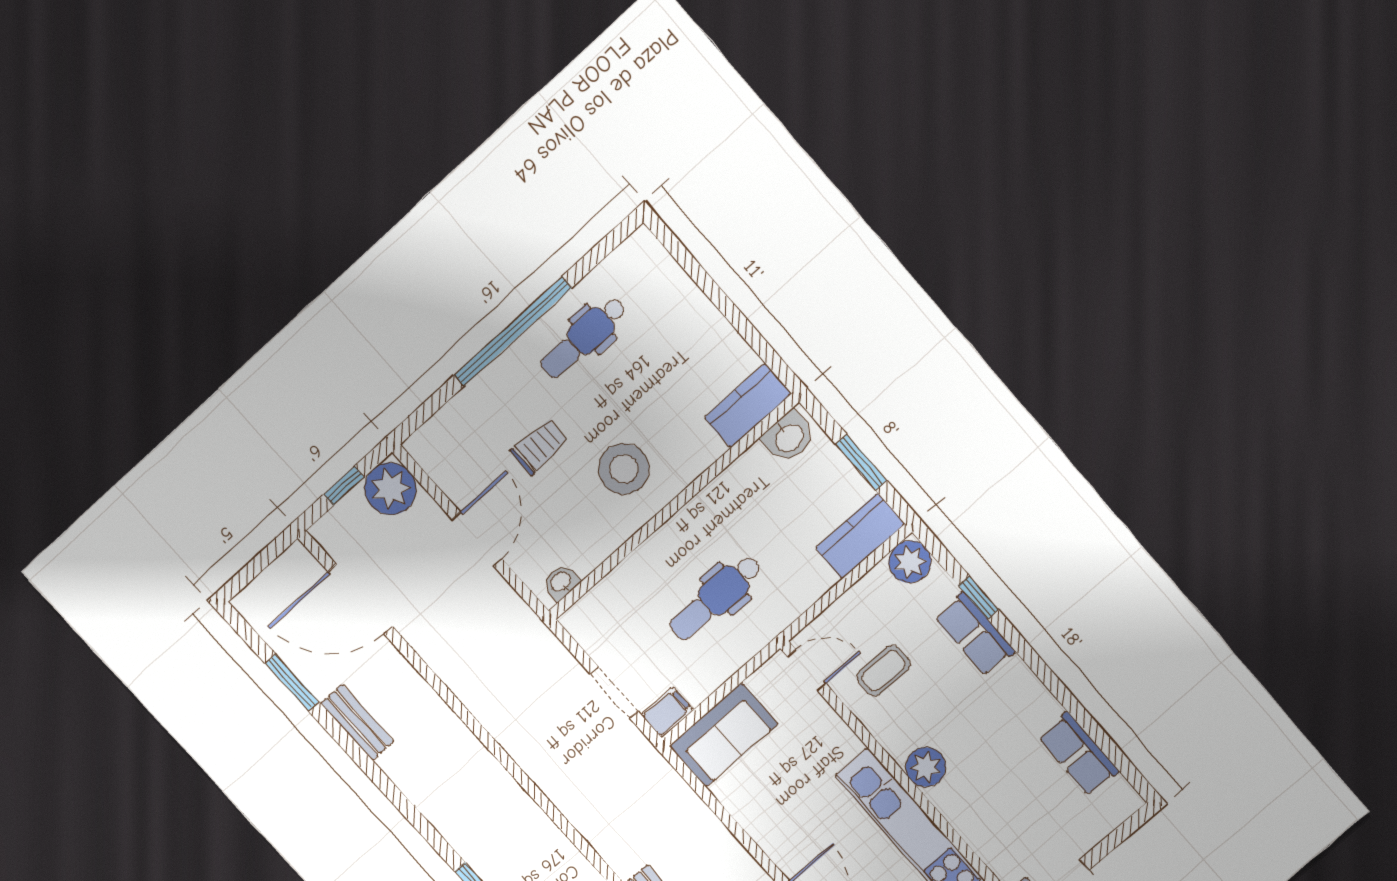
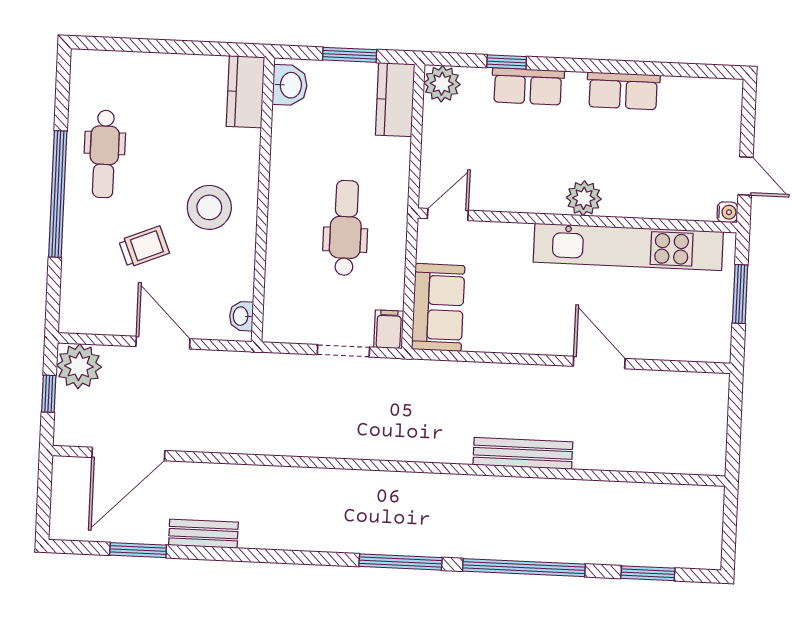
trolley: (539, 446) -> (144, 247), turned 68
dental chair: (716, 598) -> (346, 228), turned 180
coffee table: (883, 671) -> (495, 166), removed
row of seats: (1079, 754) -> (623, 91), moved

